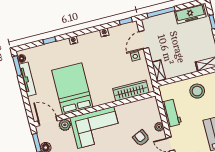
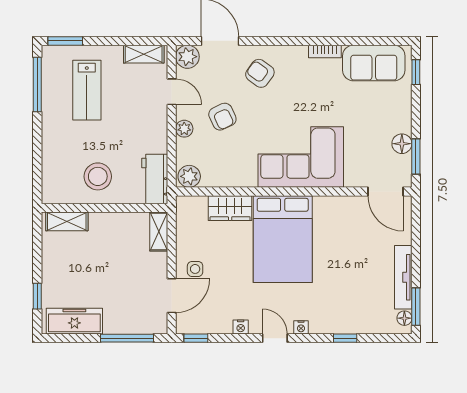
door: (85, 31) -> (275, 338), added
bed: (72, 89) -> (283, 239), moved
wardrobe: (131, 91) -> (230, 208), width x0.67
workbench: (172, 113) -> (155, 179), moved
plant: (65, 125) -> (189, 176), moved

